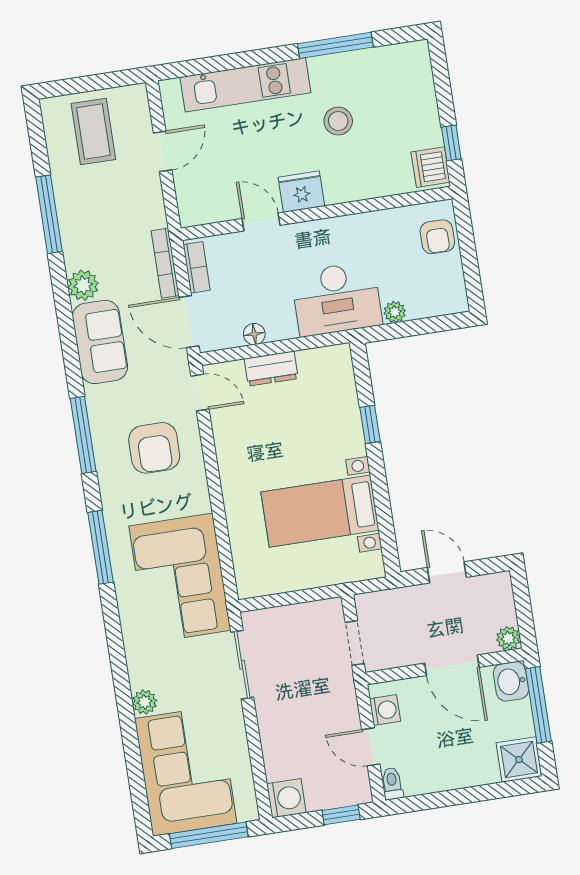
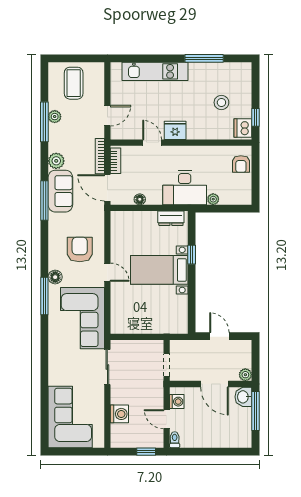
stool: (338, 121) -> (221, 102), moved
door: (163, 151) -> (107, 116), moved
dresser: (271, 369) -> (171, 218), moved
door: (200, 393) -> (107, 272), moved
window: (83, 435) -> (44, 200), moved
armchair: (154, 448) -> (80, 249), turned 180
floor lamp: (115, 508) -> (55, 277), added
bed with nightstands: (320, 511) -> (159, 270), moved
plant: (144, 702) -> (55, 117), moved
shower: (519, 759) -> (241, 437), removed
washing machine: (286, 798) -> (119, 414), moved
window: (209, 835) -> (77, 452), removed

